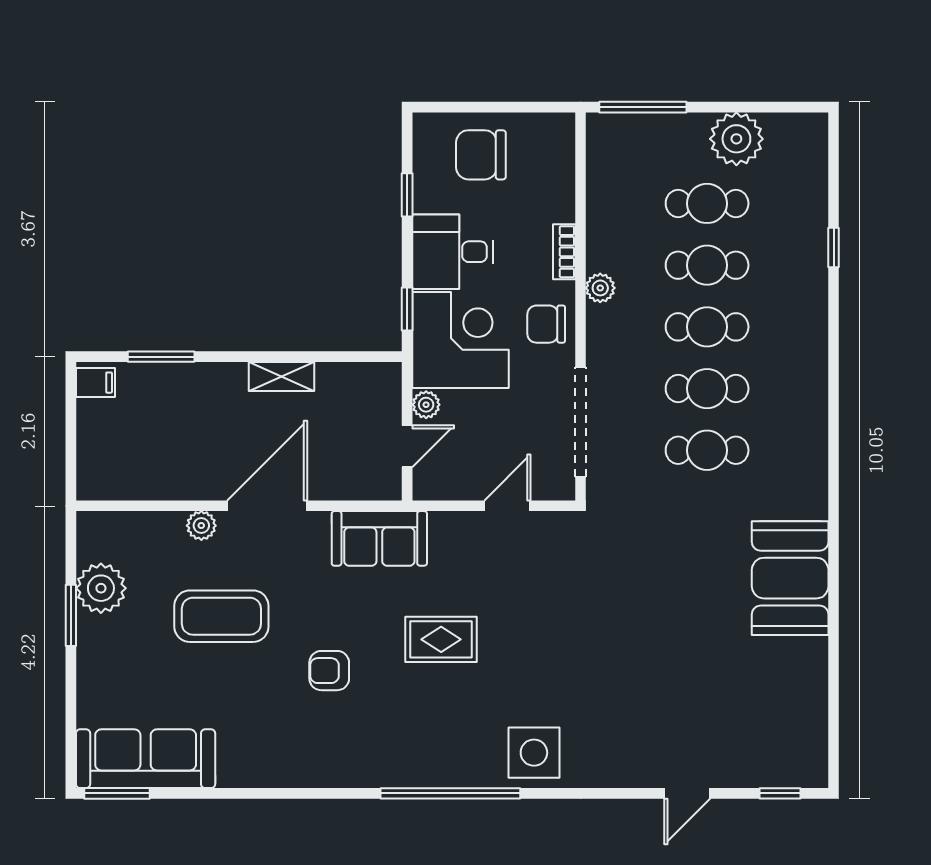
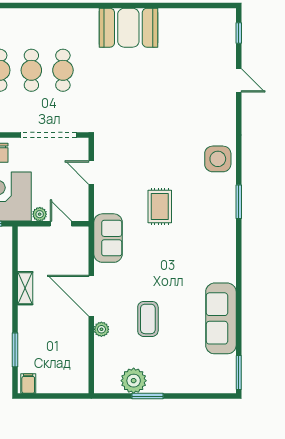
coffee table: (221, 616) -> (148, 319), width x0.73, depth x0.76
armchair: (329, 671) -> (176, 264), removed
sofa: (146, 759) -> (221, 318), moved
window: (450, 793) -> (239, 202), width x0.47

